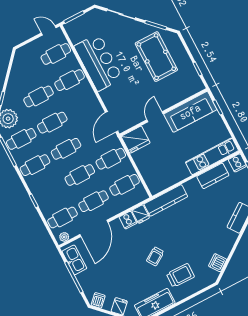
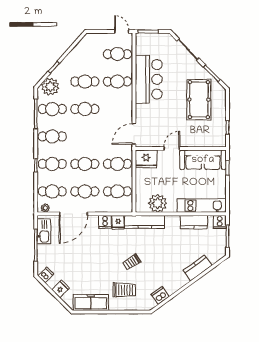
cafe table: (66, 149) -> (52, 164), moved
plant: (169, 176) -> (158, 203), added
trolley: (155, 256) -> (132, 262), moved

